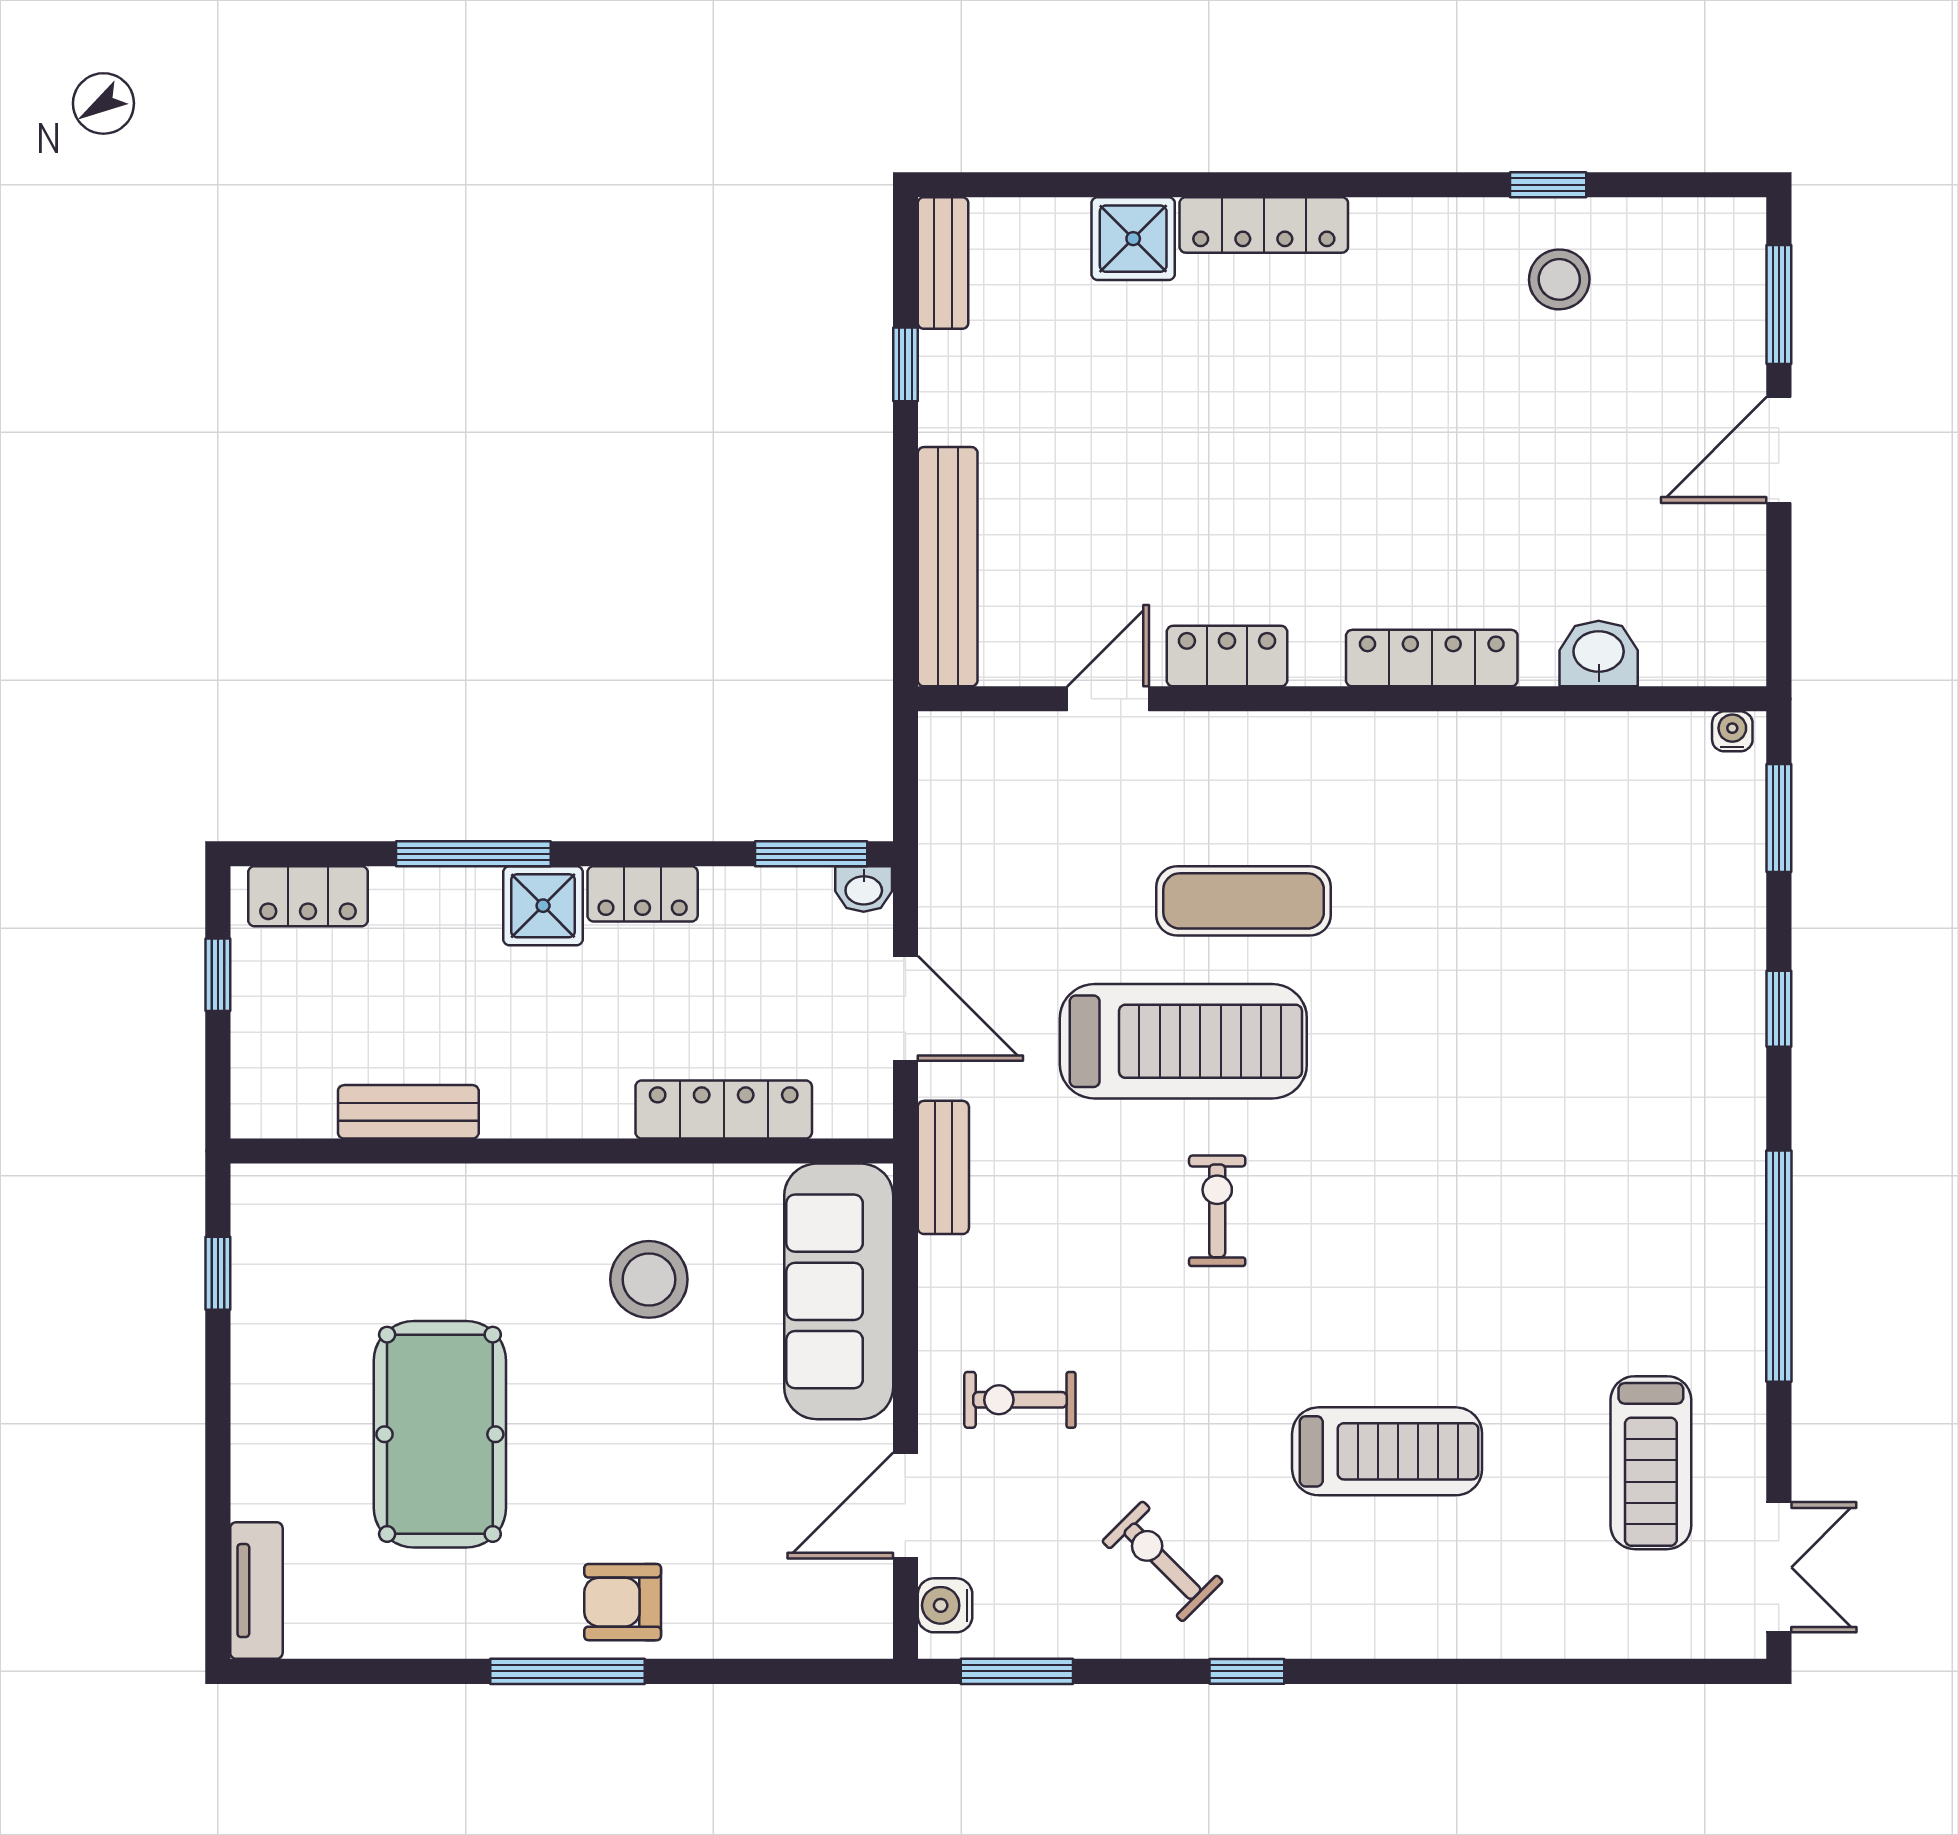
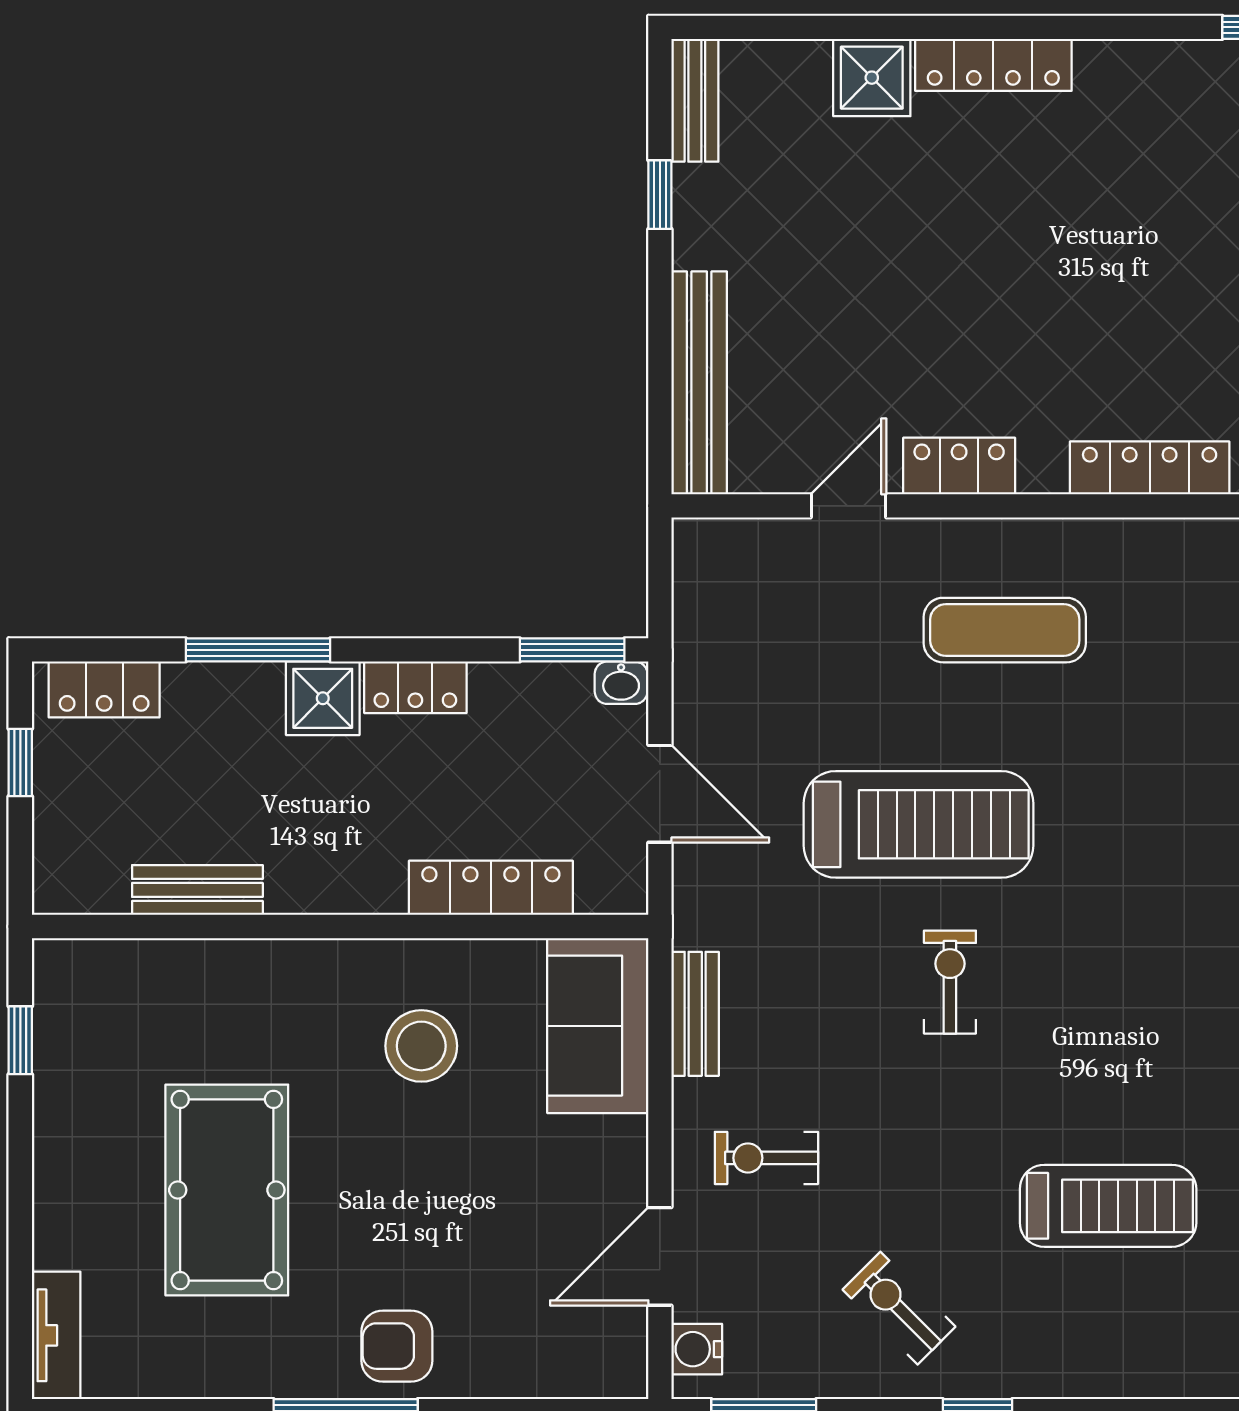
exercise mat: (1244, 901) -> (1005, 630), moved
bench: (943, 1167) -> (695, 1014), moved
sofa: (839, 1291) -> (598, 1026), width x0.73

